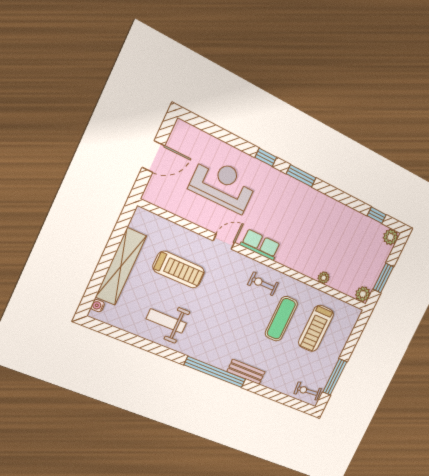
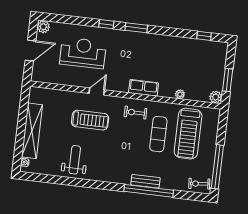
plant: (390, 237) -> (43, 27), moved
row of seats: (260, 245) -> (144, 88), moved
treadmill: (179, 270) -> (90, 120), moved
weight bench: (166, 321) -> (75, 160), turned 90
treadmill: (316, 328) -> (188, 134), width x1.37, depth x1.38
window: (215, 372) -> (149, 191), moved
window: (335, 377) -> (217, 167), width x1.46

